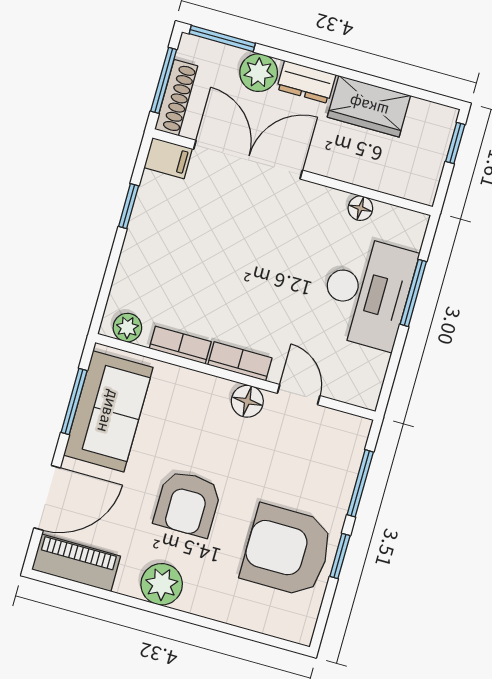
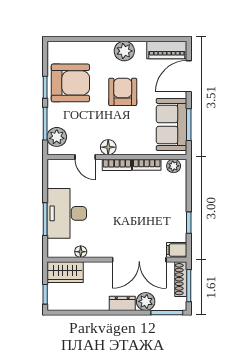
wardrobe: (369, 106) -> (65, 272), moved, turned 180
plant: (344, 450) -> (57, 137), added

